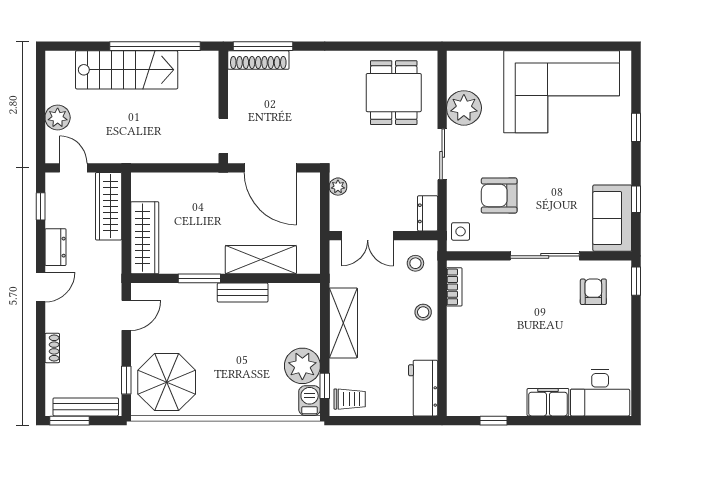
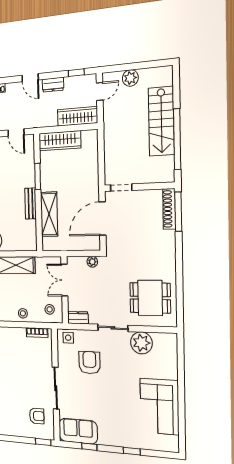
corner sofa: (562, 92) -> (159, 406), width x0.73, depth x0.74

